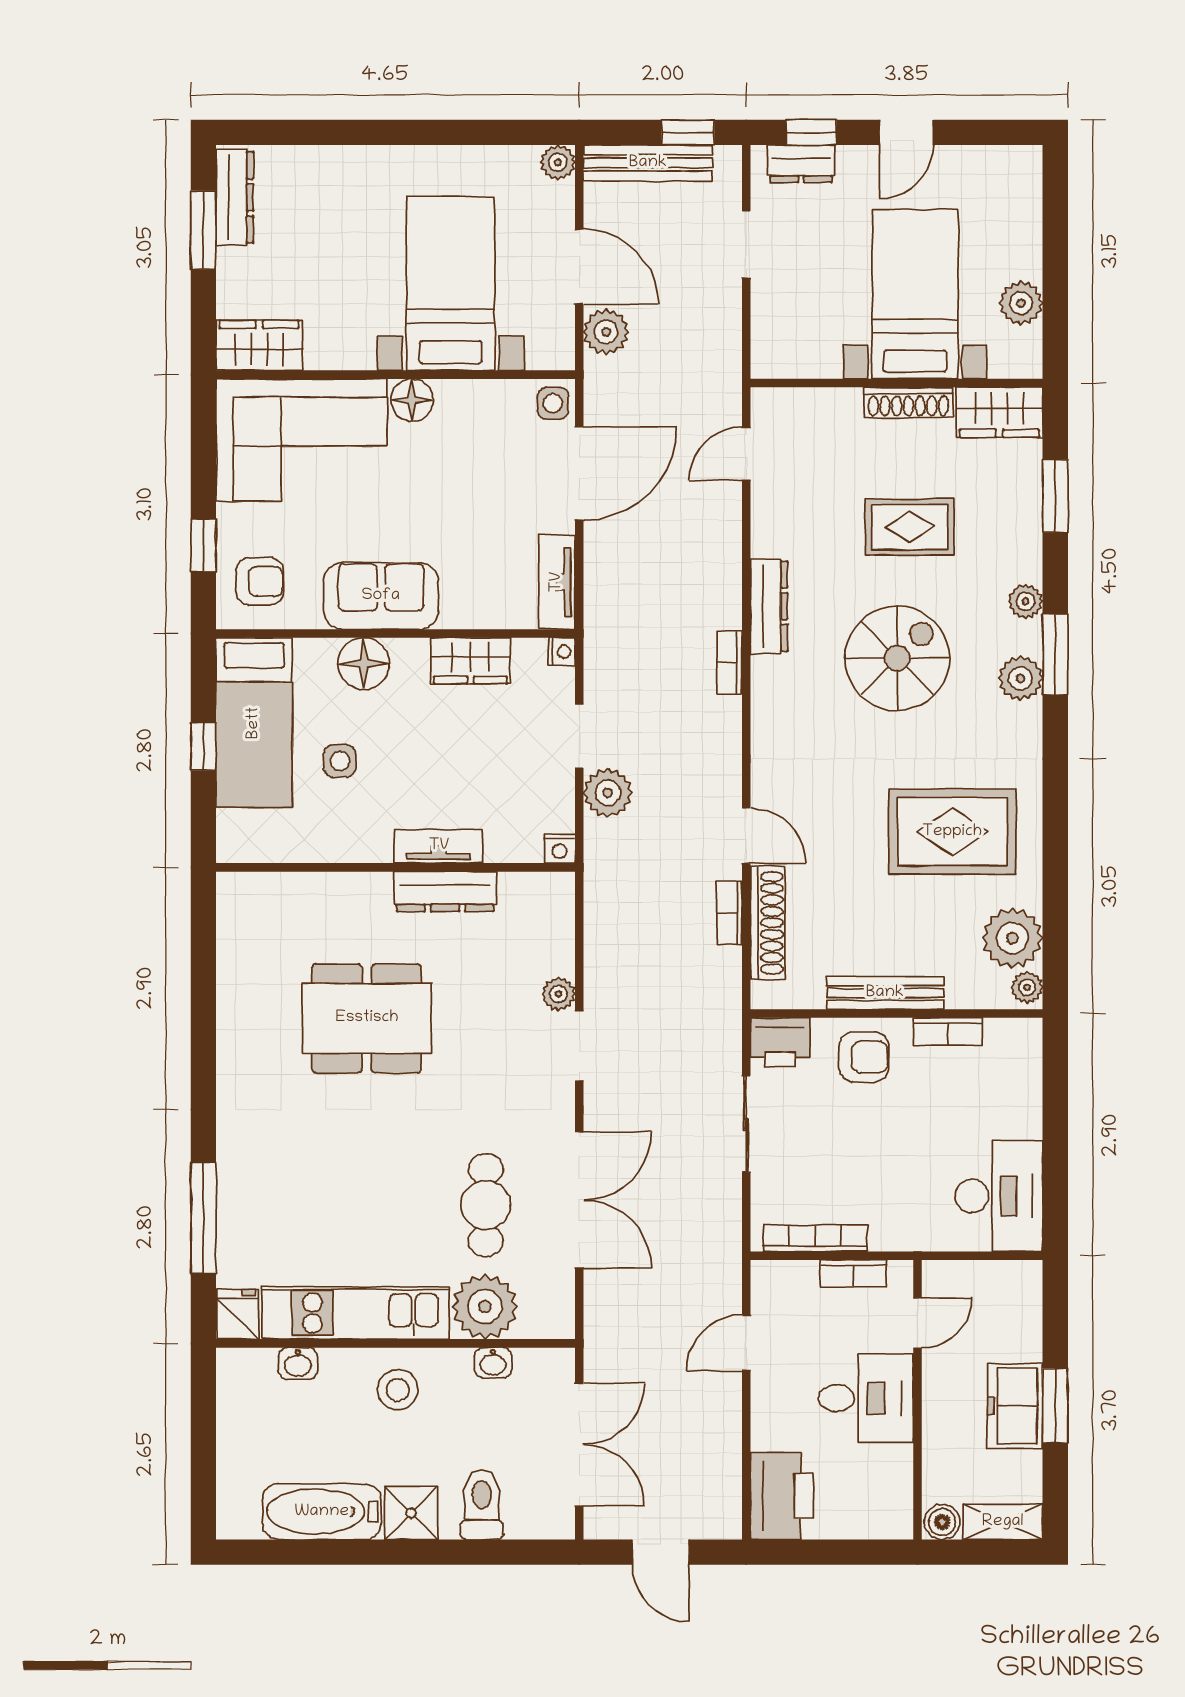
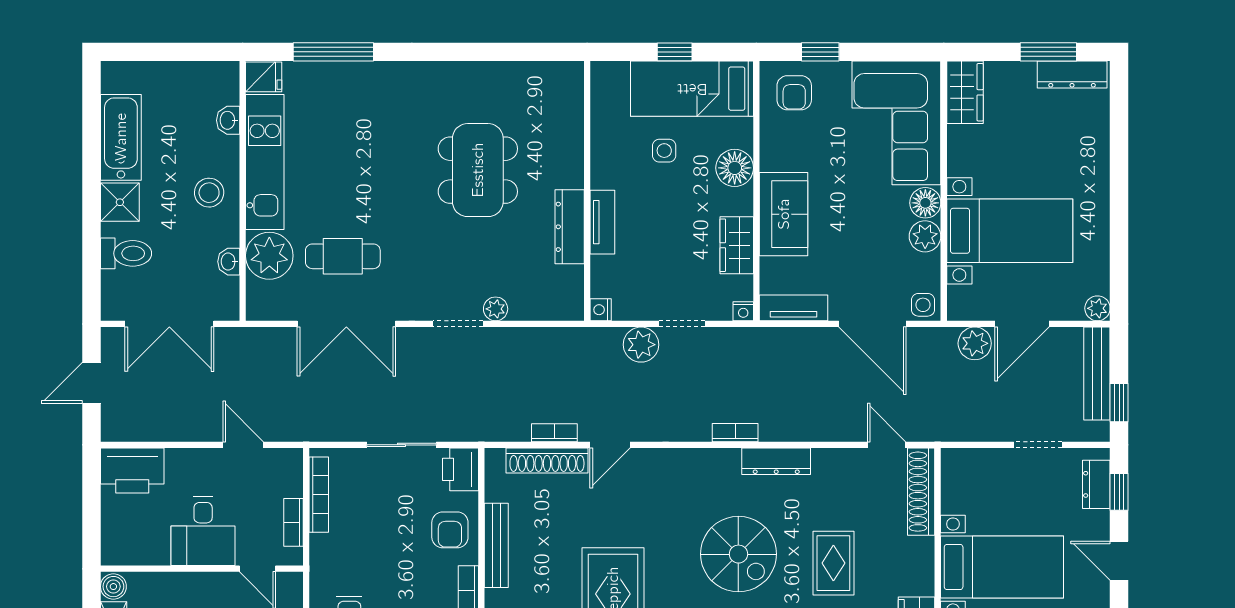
plant: (458, 401) -> (925, 236), added
shoe rack: (908, 402) -> (921, 492), moved, width x1.36, depth x1.24
sofa: (381, 596) -> (784, 214), moved

